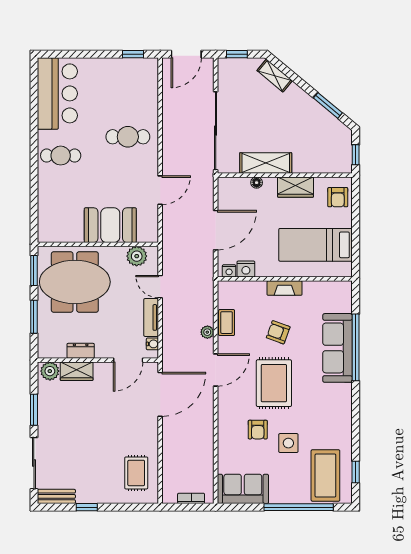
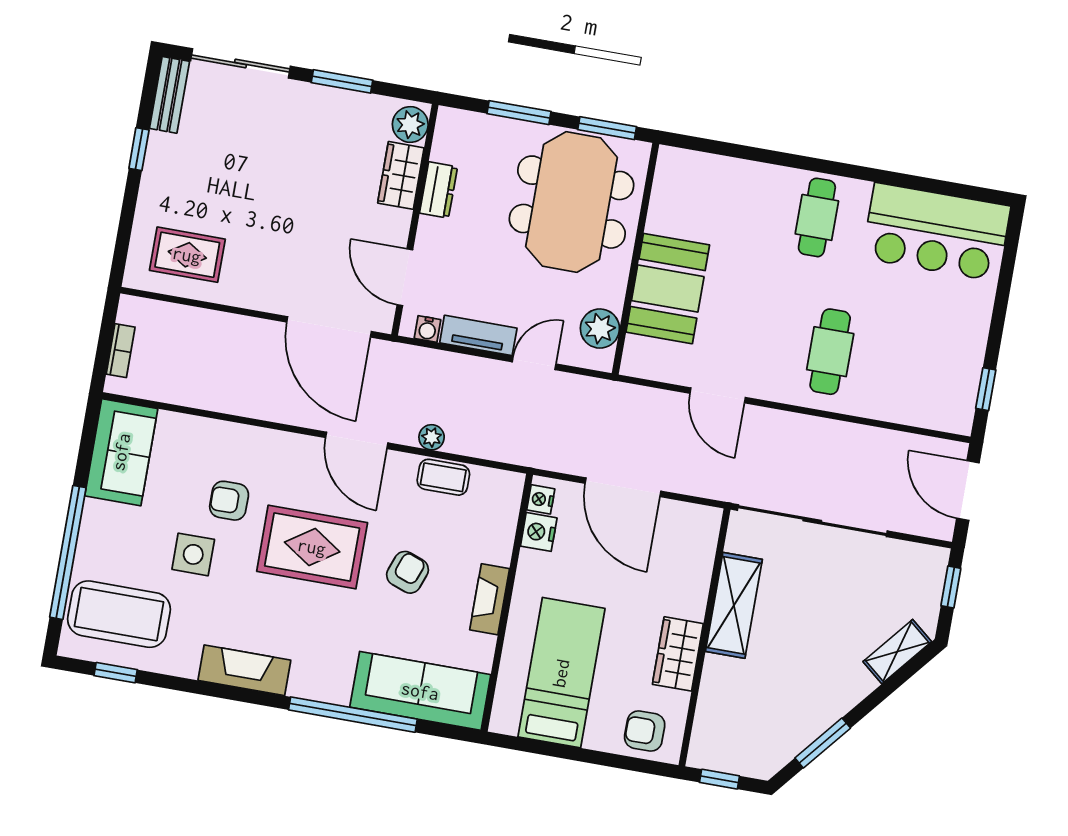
floor lamp: (257, 183) -> (700, 581), removed
sofa: (337, 348) -> (420, 691), moved
fireplace: (343, 407) -> (244, 670), added

